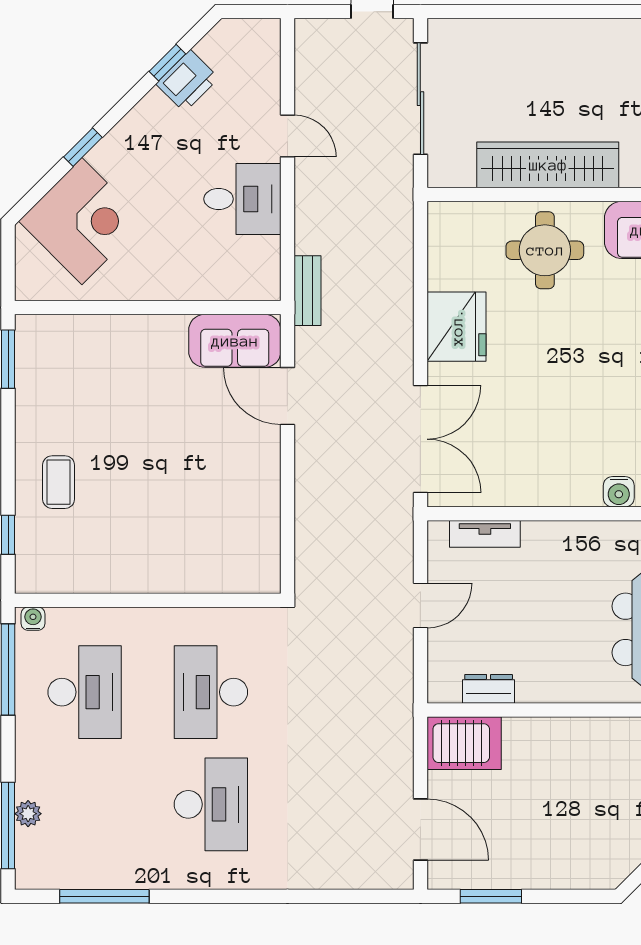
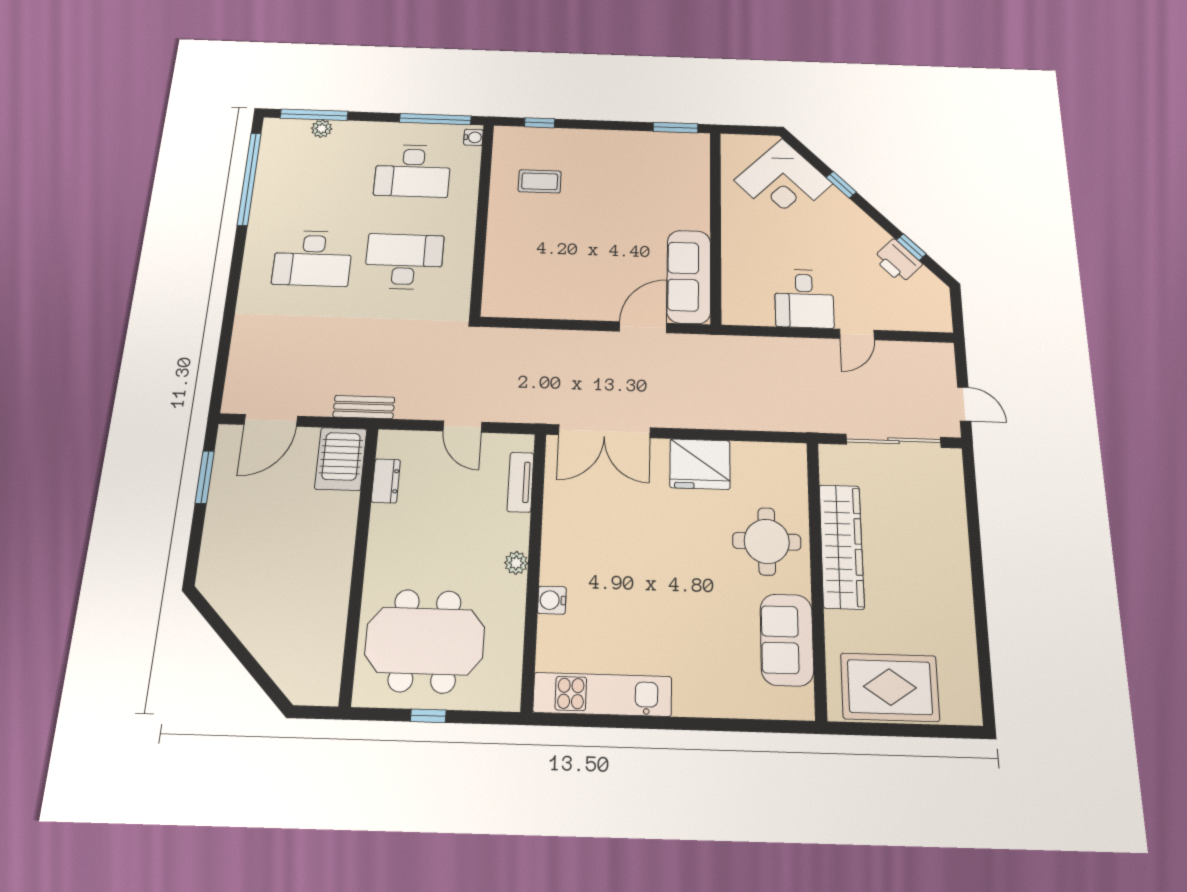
bench: (307, 291) -> (364, 407), moved
sofa: (235, 341) -> (689, 277), width x1.36
coffee table: (59, 482) -> (540, 181), moved
plant: (578, 534) -> (516, 563), added
window: (104, 896) -> (249, 179), width x1.46

